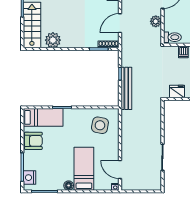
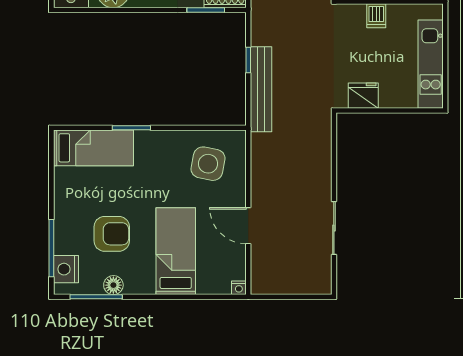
armchair: (33, 141) -> (112, 234), moved
door: (120, 169) -> (248, 226), moved
floor lamp: (69, 186) -> (113, 285), moved

